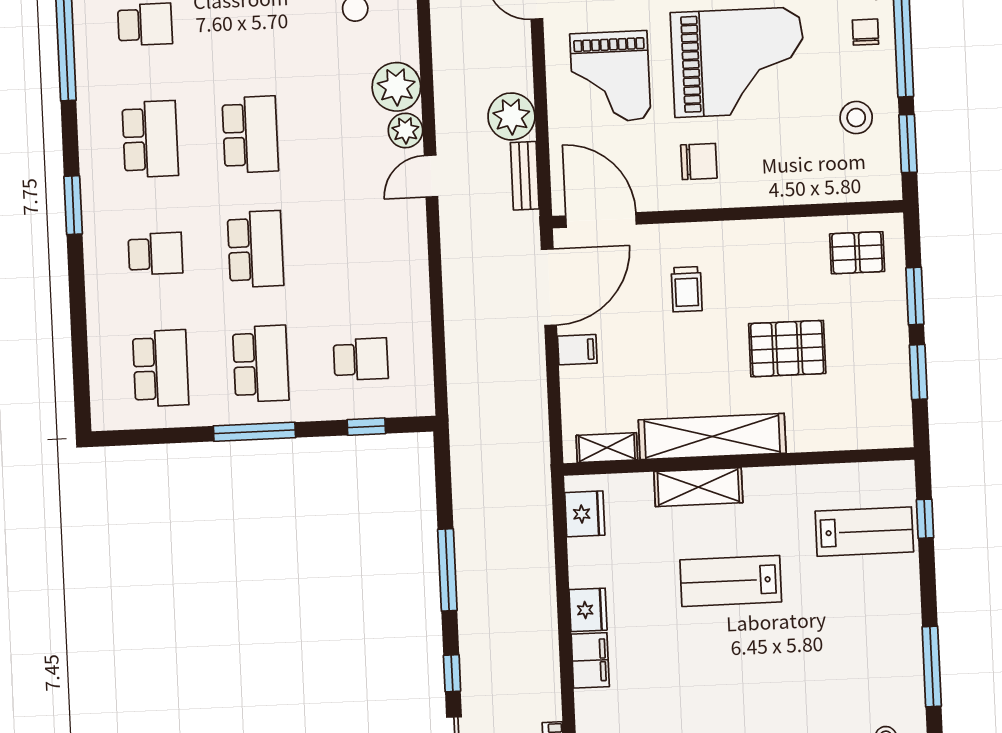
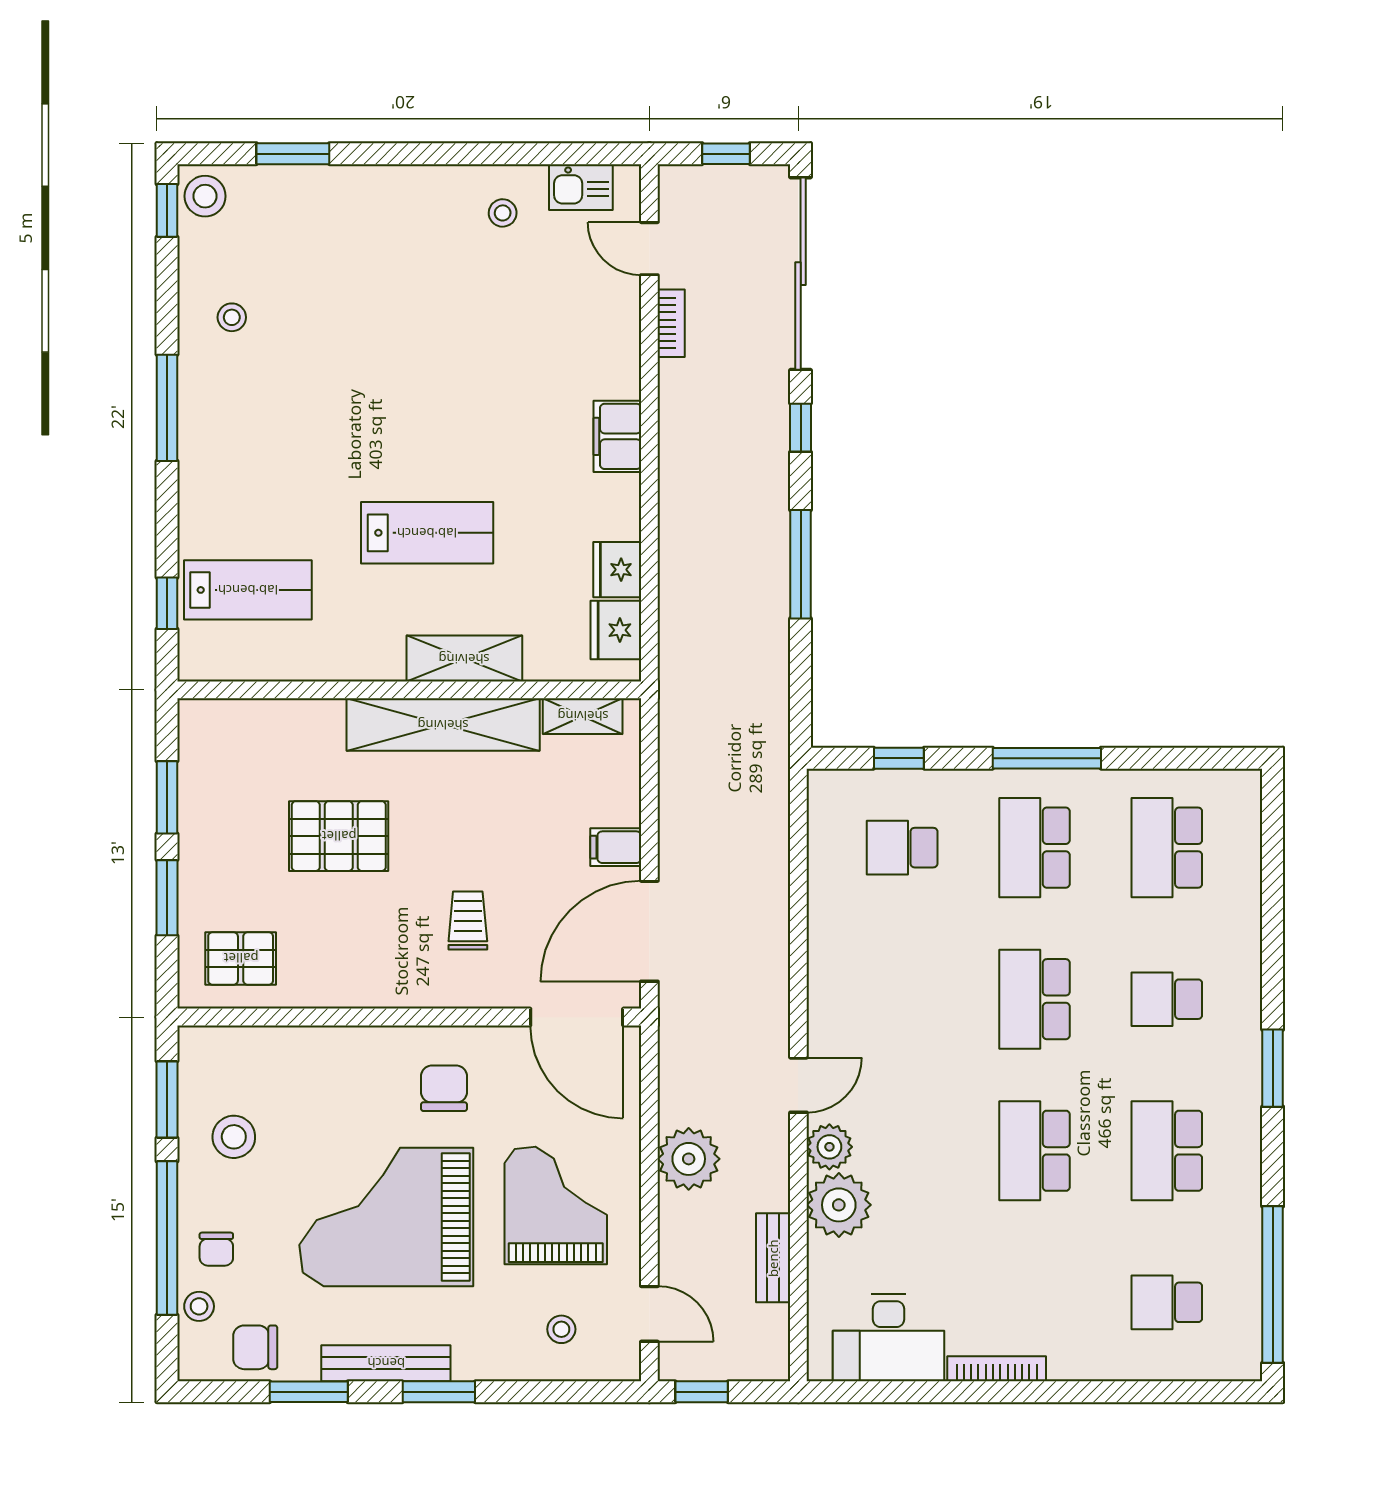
chair: (699, 161) -> (444, 1088), turned 90
bench: (525, 176) -> (773, 1258), moved
lab bench: (864, 532) -> (248, 590), turned 180
fridge: (588, 610) -> (617, 570), moved

